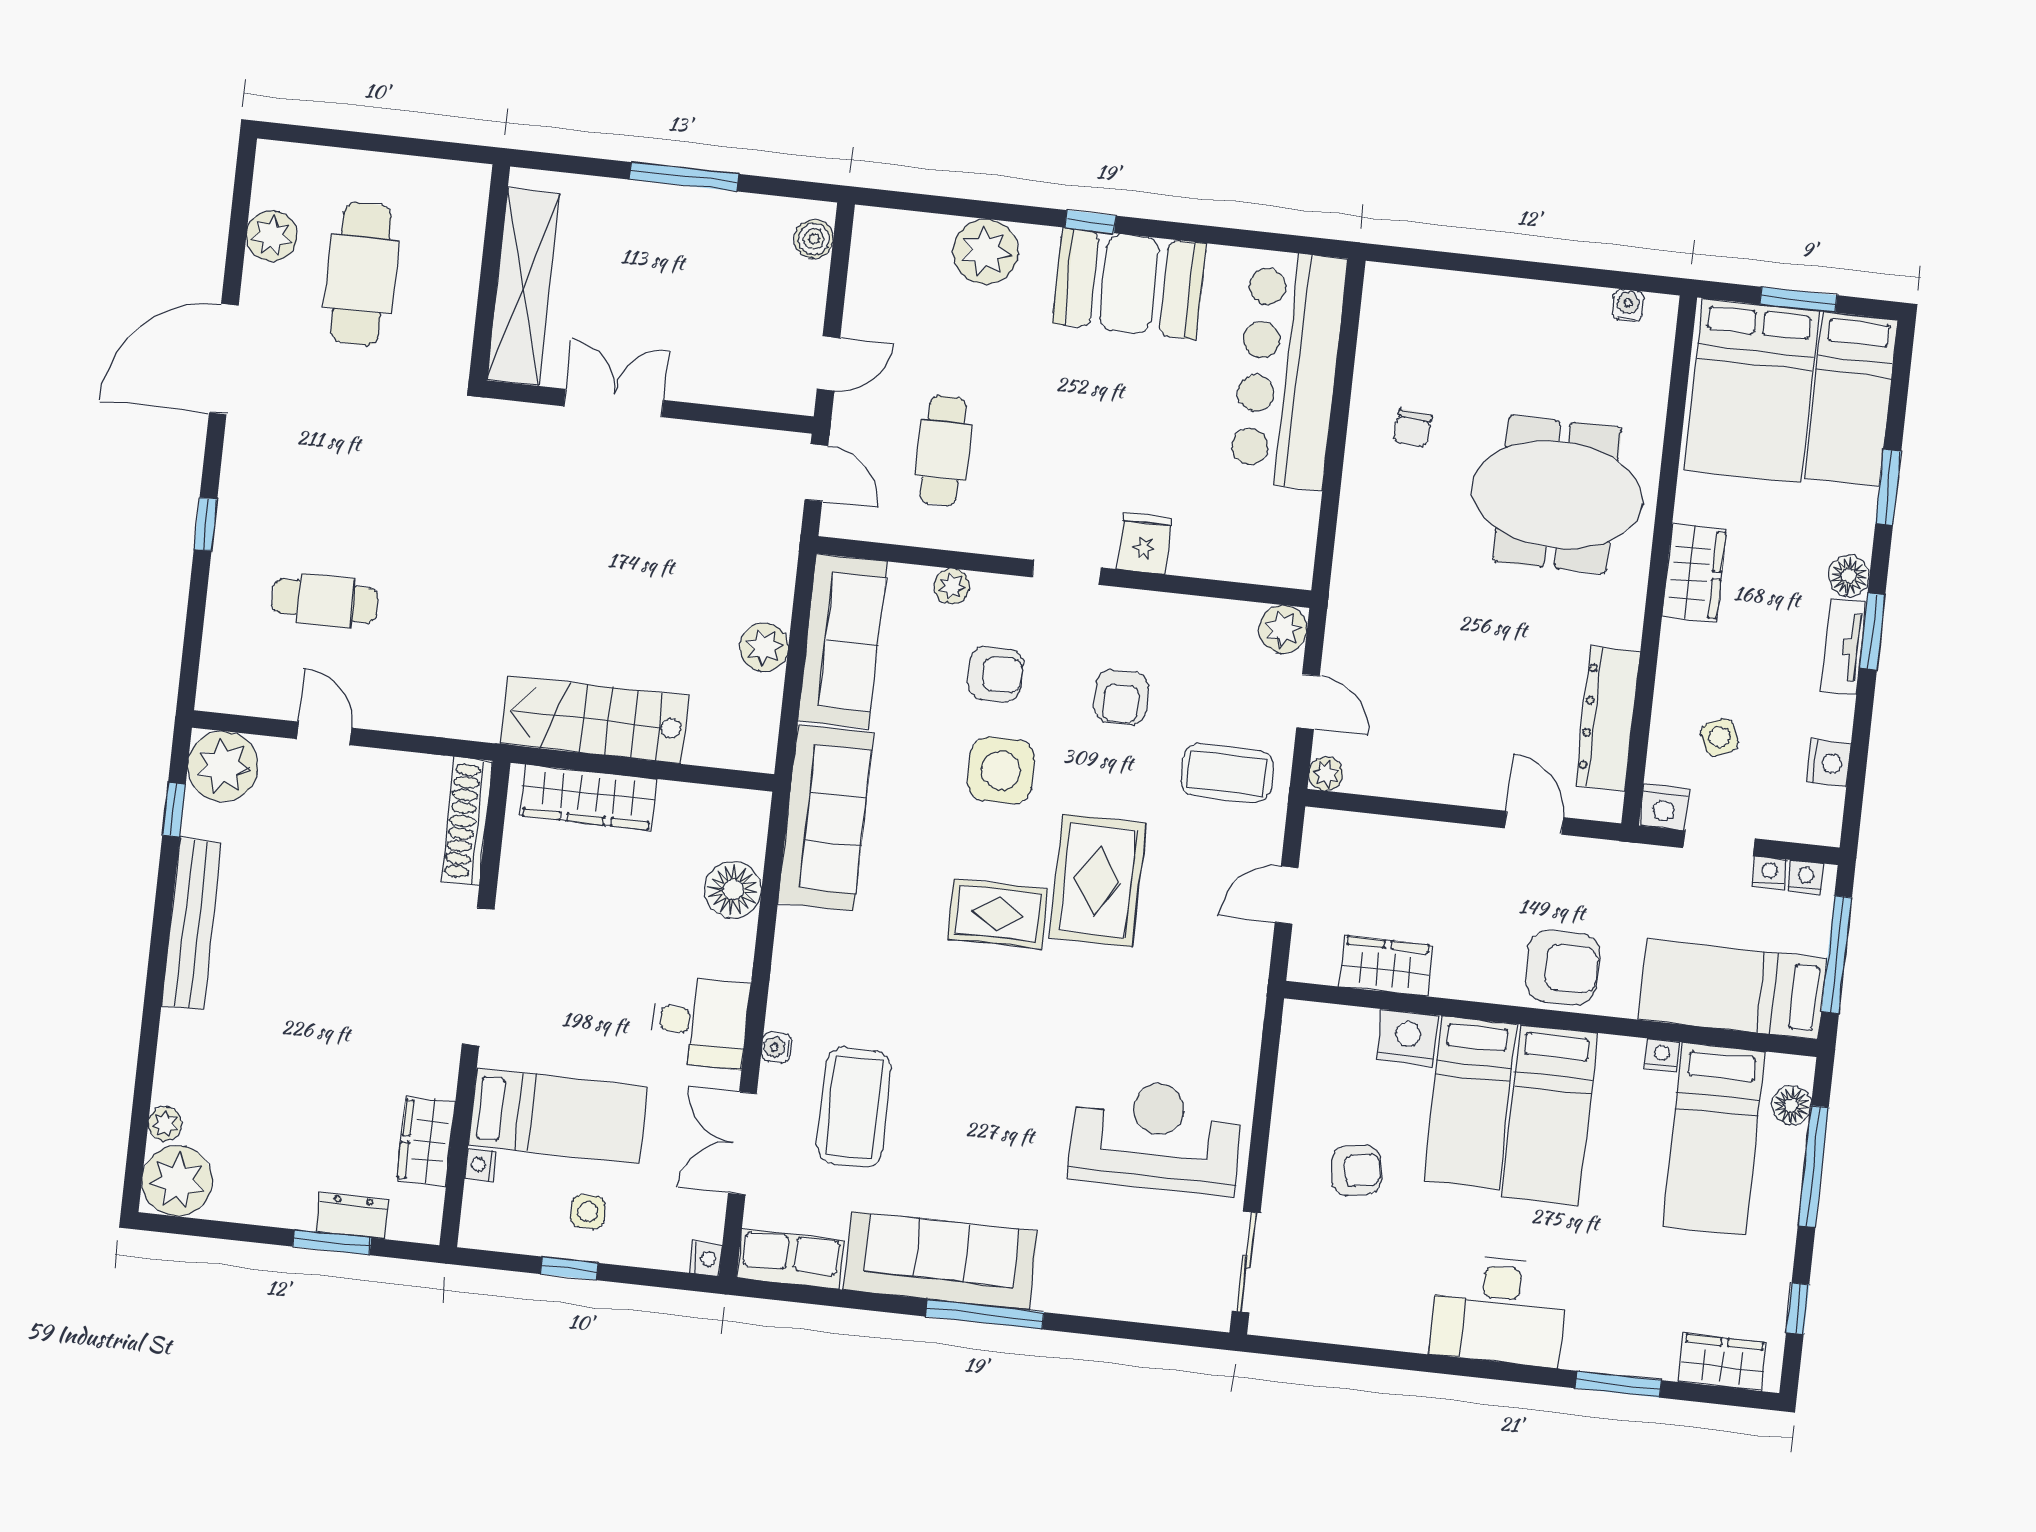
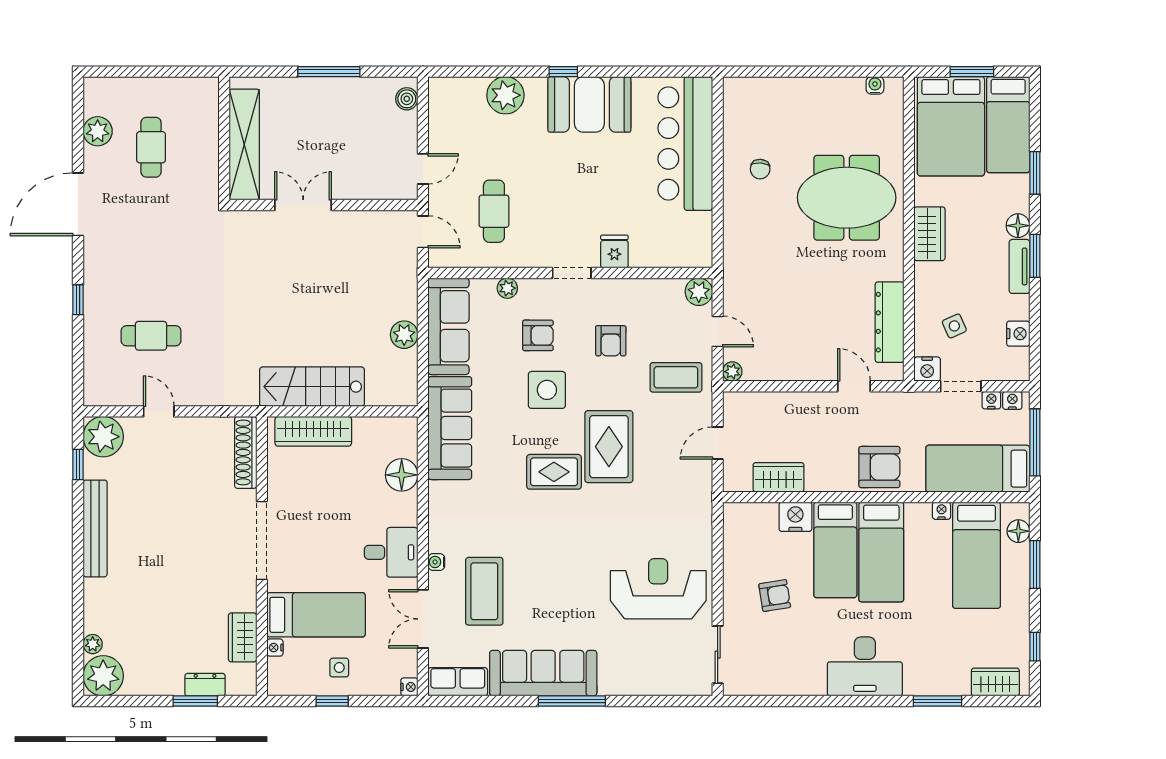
cafe table: (361, 274) -> (151, 147), width x0.73, depth x0.74
window: (1813, 1166) -> (1035, 564), width x0.69

